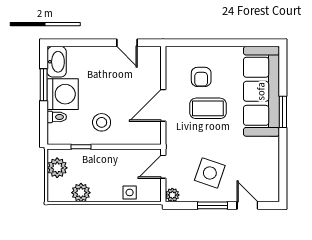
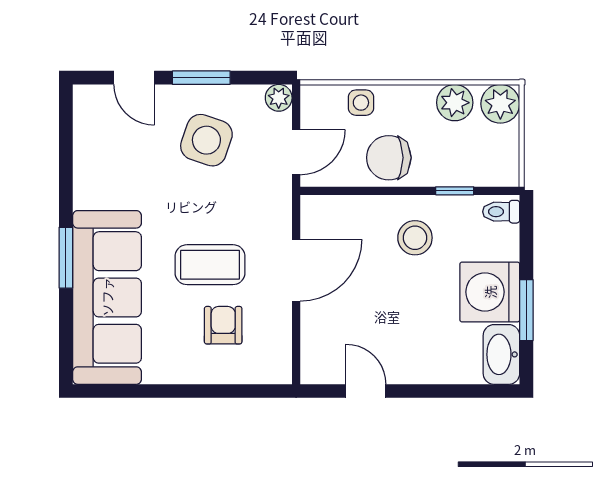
toilet: (57, 117) -> (501, 212), moved
chair: (115, 164) -> (389, 158), added
plant: (57, 168) -> (500, 104), moved

